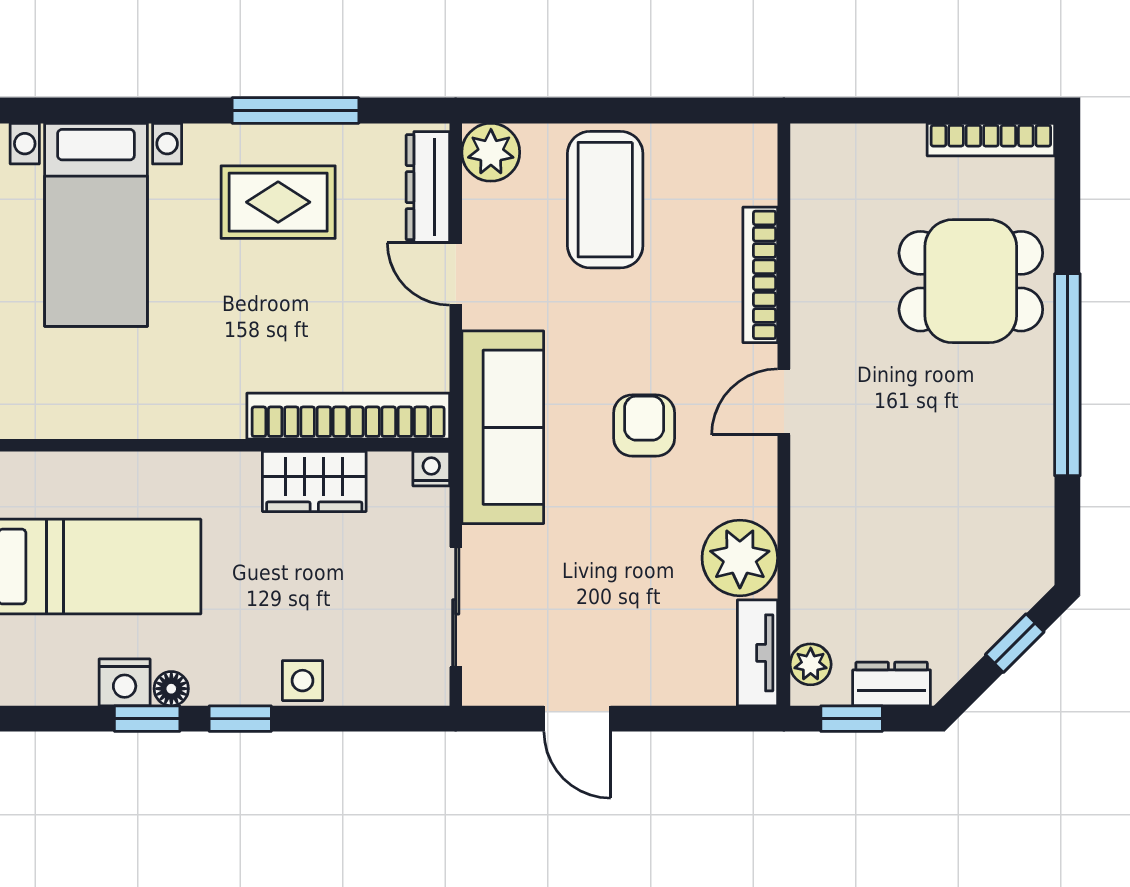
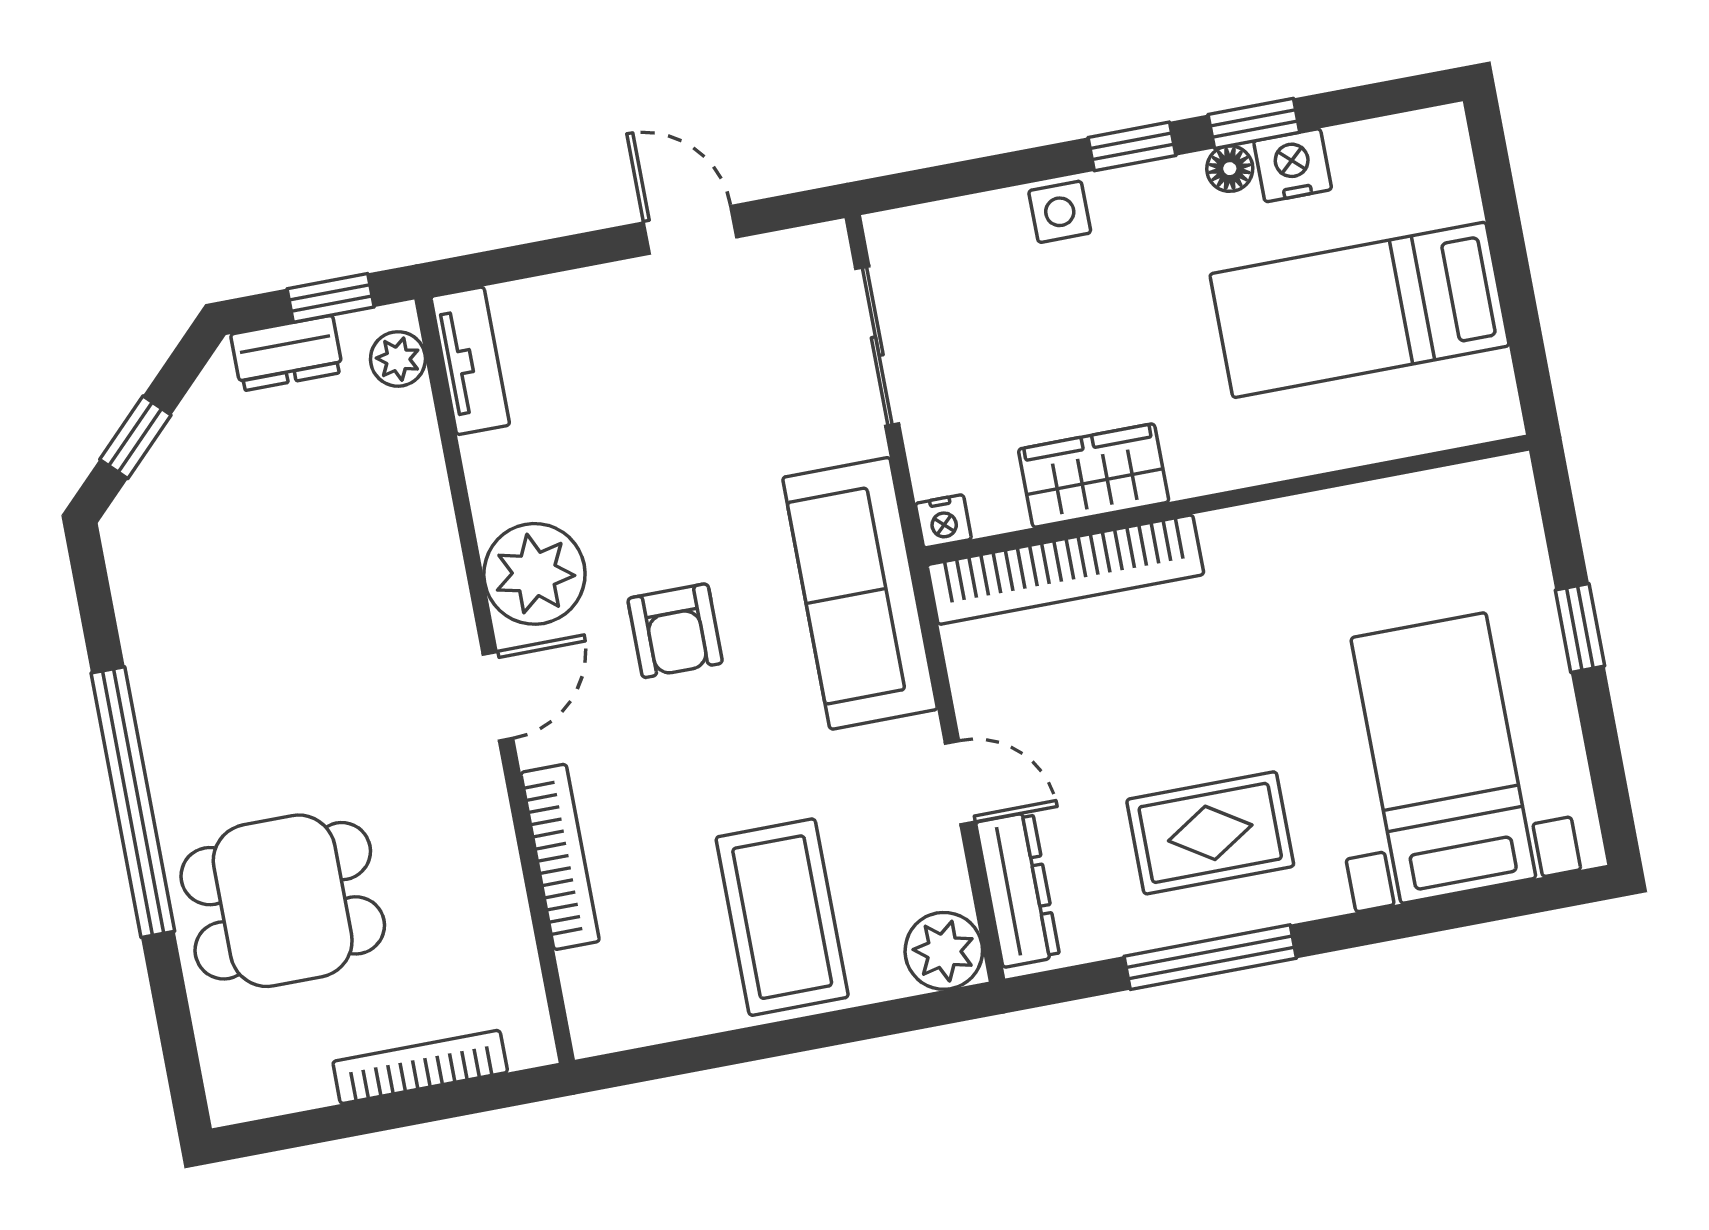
bookcase: (991, 140) -> (420, 1067), moved
plant: (740, 558) -> (534, 574), moved

